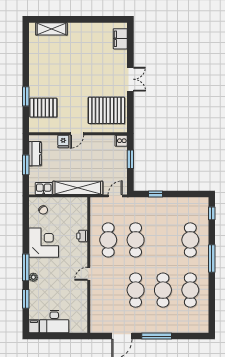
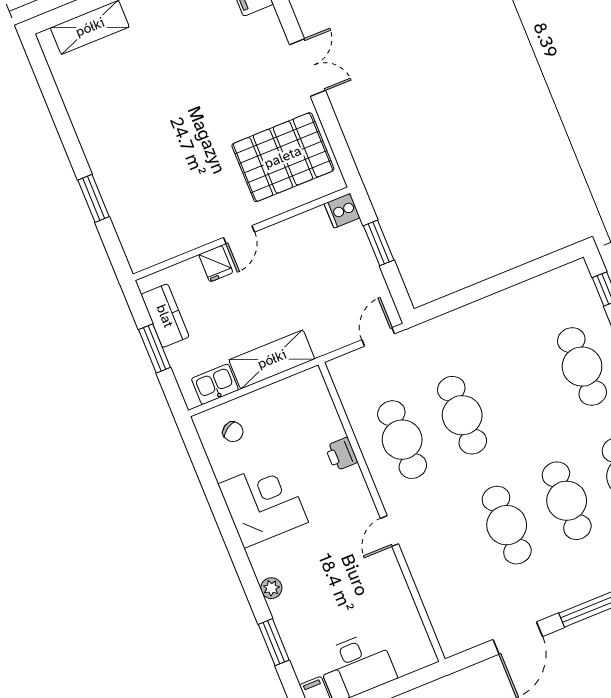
pallet: (43, 108) -> (142, 207), removed
shelving: (78, 188) -> (272, 359), width x0.68
window: (155, 194) -> (465, 297), removed
window: (26, 267) -> (246, 573), removed

